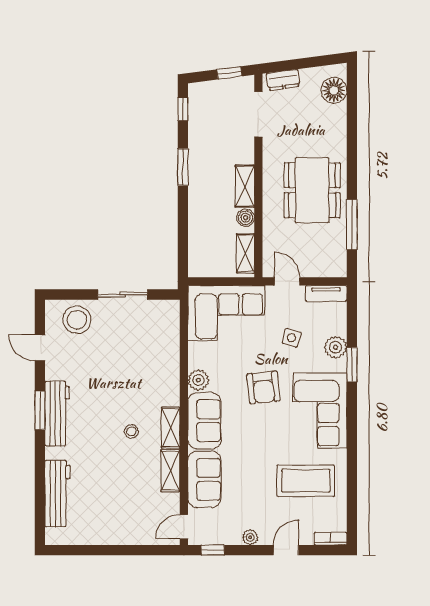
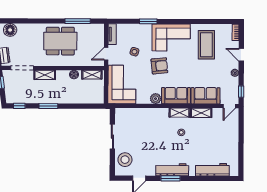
shelving: (245, 186) -> (45, 75), moved
plant: (336, 347) -> (139, 30), removed
door: (184, 527) -> (229, 106), hinge flipped

